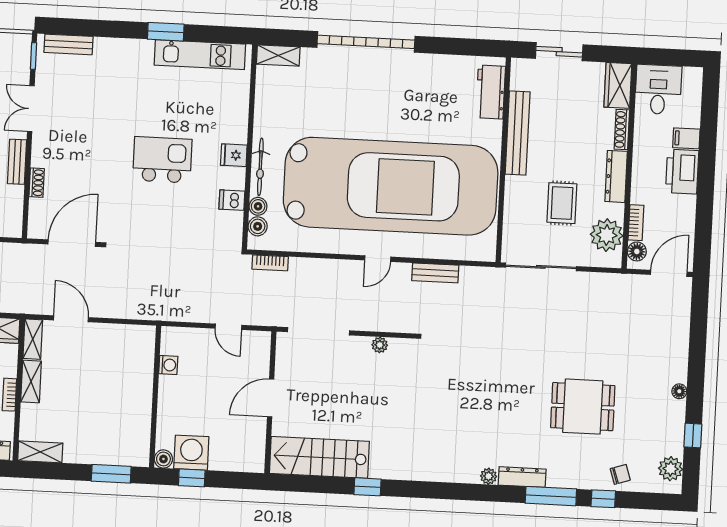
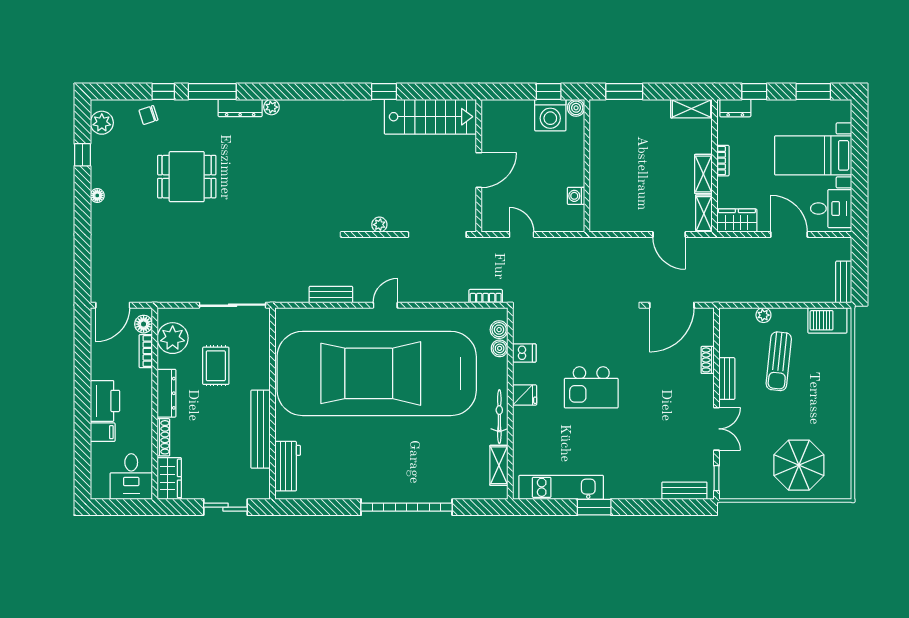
shelving: (278, 55) -> (499, 465), moved, turned 90
bicycle: (260, 167) -> (499, 417), moved

